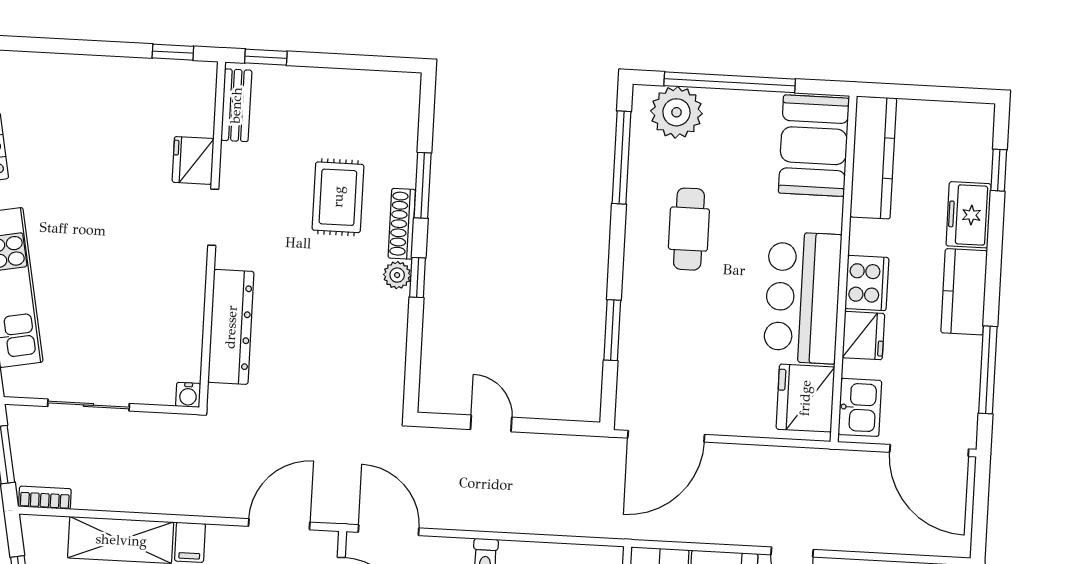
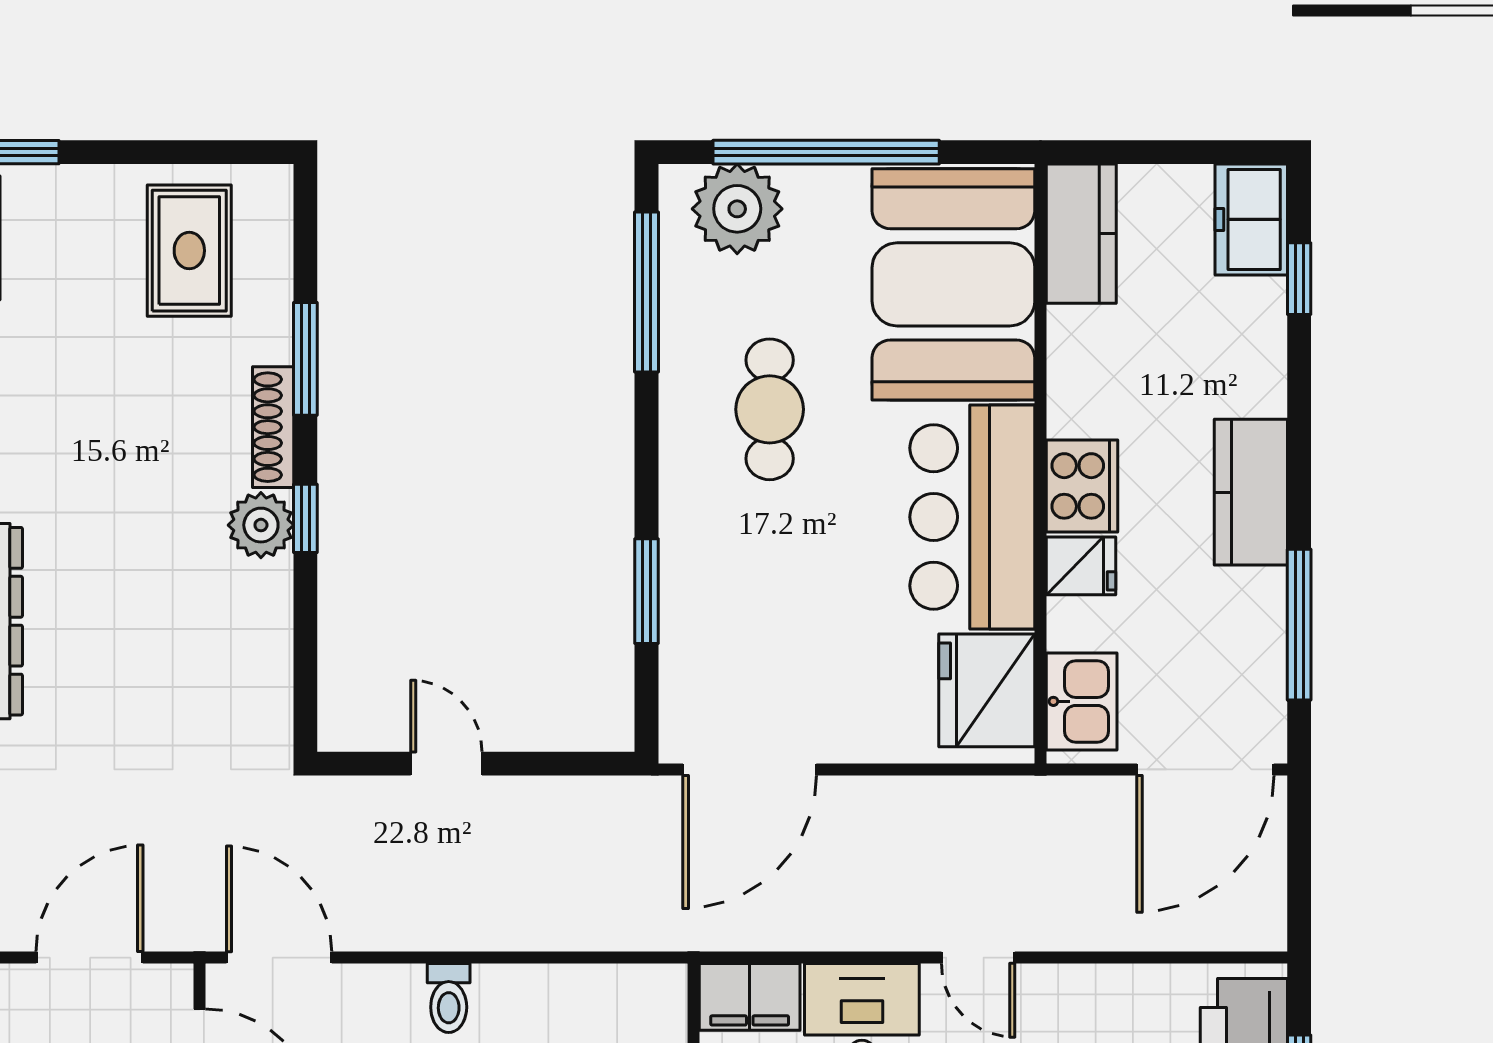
booth: (814, 146) -> (953, 284), width x1.36, depth x1.42
kitchen counter: (873, 158) -> (1081, 234), width x0.67
rug: (338, 197) -> (189, 251), moved
freezer: (969, 215) -> (1251, 219), moved
plant: (397, 275) -> (261, 525), width x1.38, depth x1.38
fridge: (863, 336) -> (1081, 566), width x0.72
door: (929, 451) -> (1205, 769), hinge flipped

